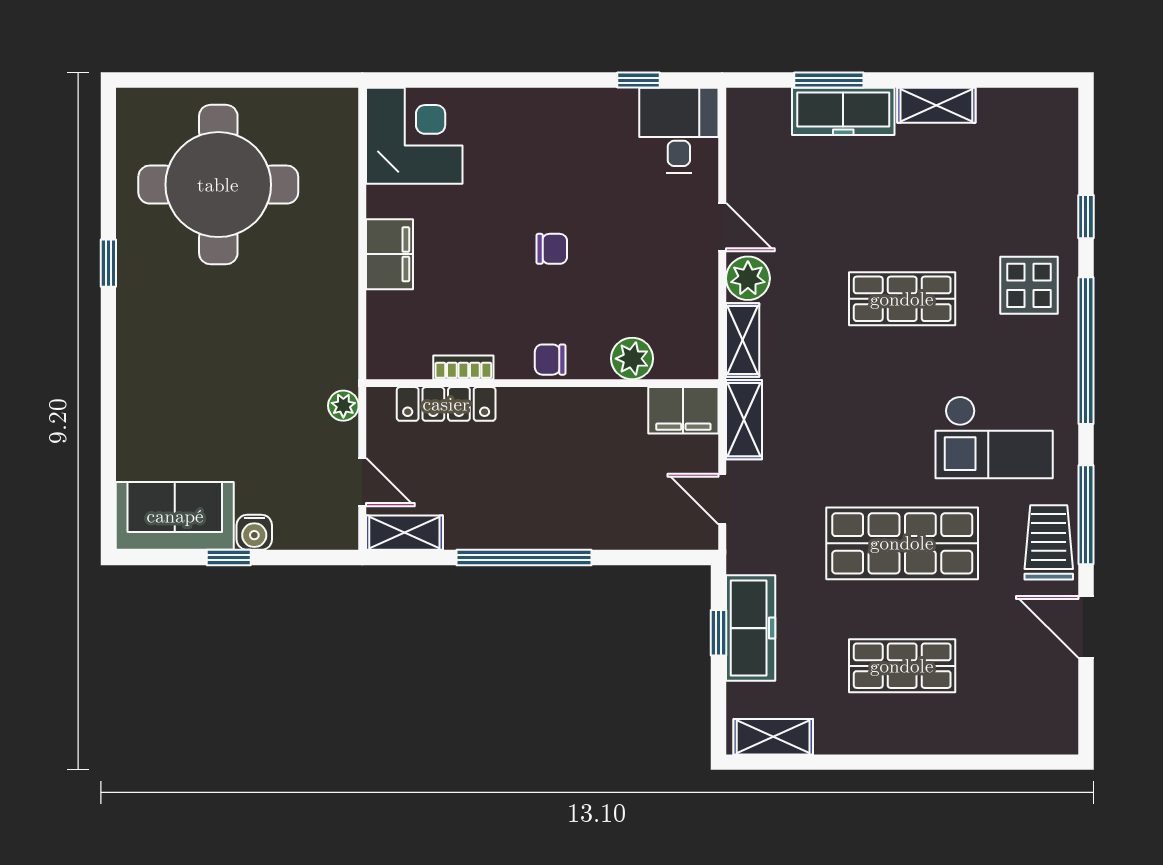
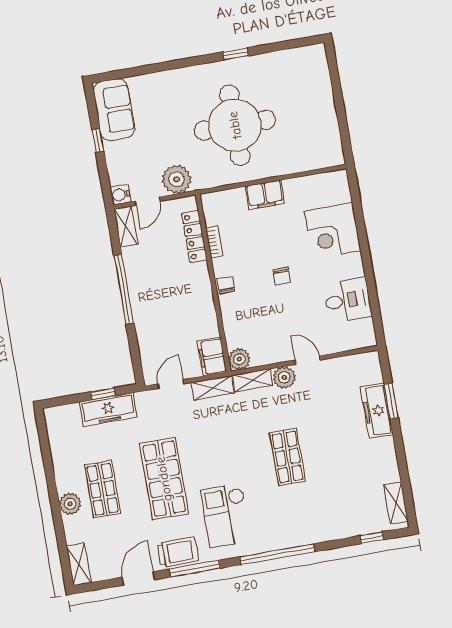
window: (639, 80) -> (374, 305), removed
shelving: (936, 105) -> (396, 503), moved
desk: (679, 130) -> (347, 300), moved
corner desk: (414, 136) -> (333, 231), moved, turned 90
round table: (218, 185) -> (235, 125), moved
window: (1086, 217) -> (372, 538), moved
door: (722, 227) -> (308, 360), swing flipped
display table: (1029, 285) -> (305, 520), removed
plant: (632, 359) -> (239, 359), moved
plant: (343, 406) -> (177, 179), width x1.88, depth x1.88
water cooler: (254, 532) -> (120, 195), moved
plant: (919, 733) -> (70, 504), added
shelving: (773, 737) -> (79, 564), moved

